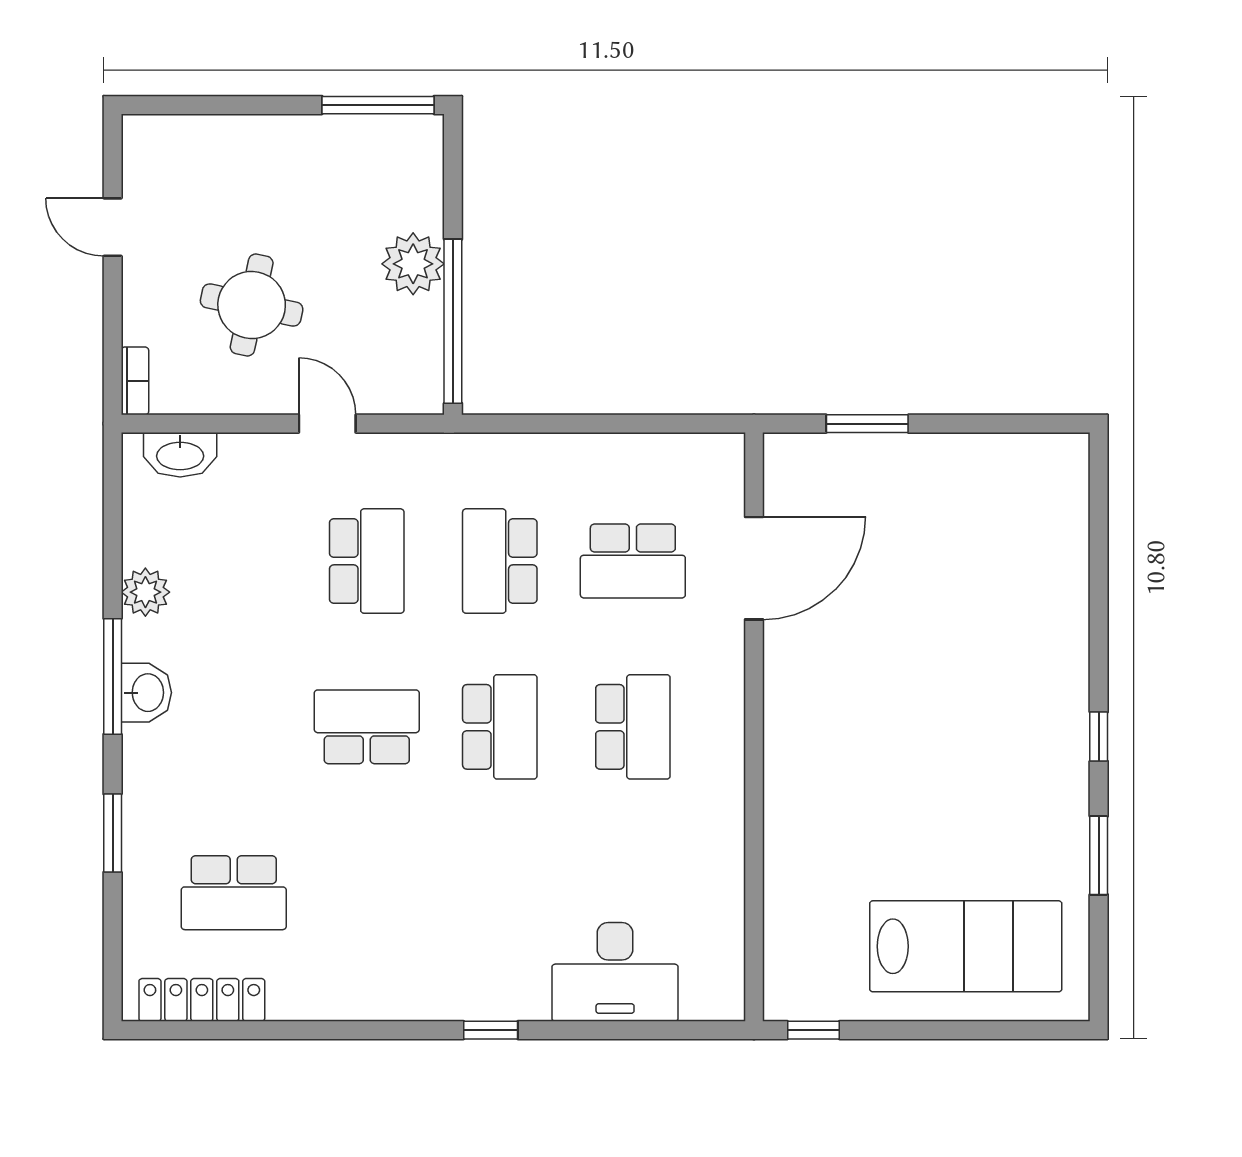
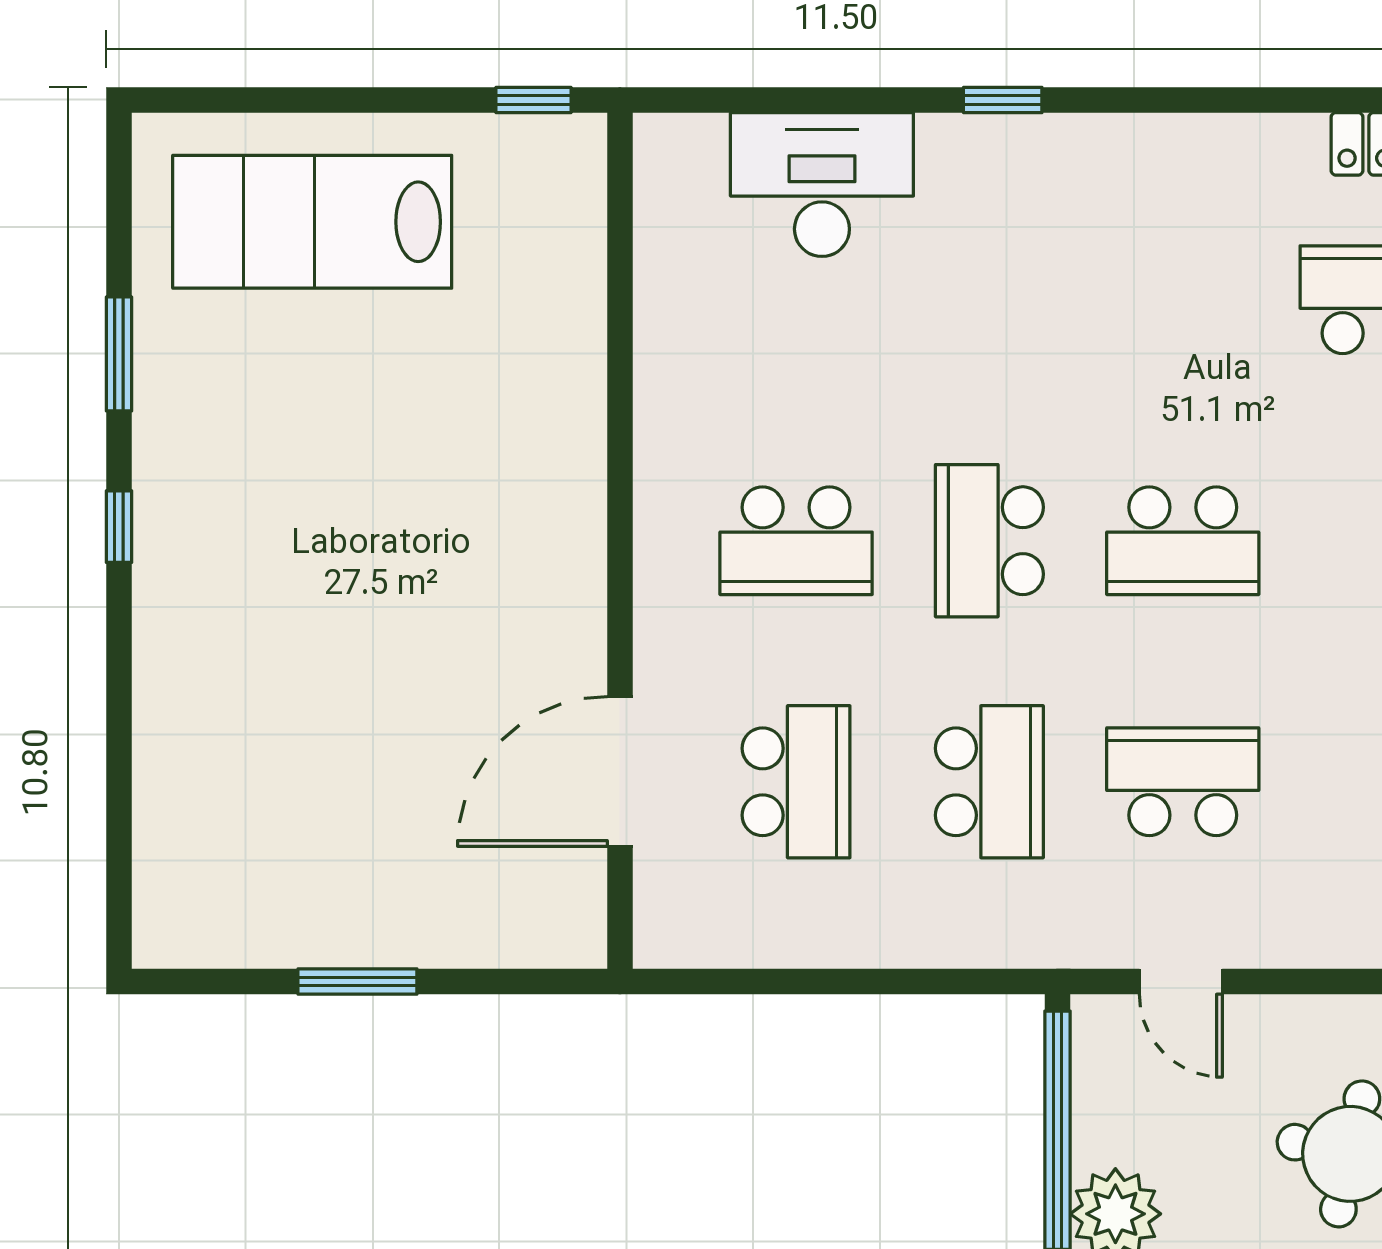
door: (327, 424) -> (1181, 981), moved
window: (867, 424) -> (357, 981), moved
school desk: (367, 561) -> (1183, 782), turned 90
school desk: (633, 561) -> (796, 782), turned 90
school desk: (633, 727) -> (796, 541), turned -90

